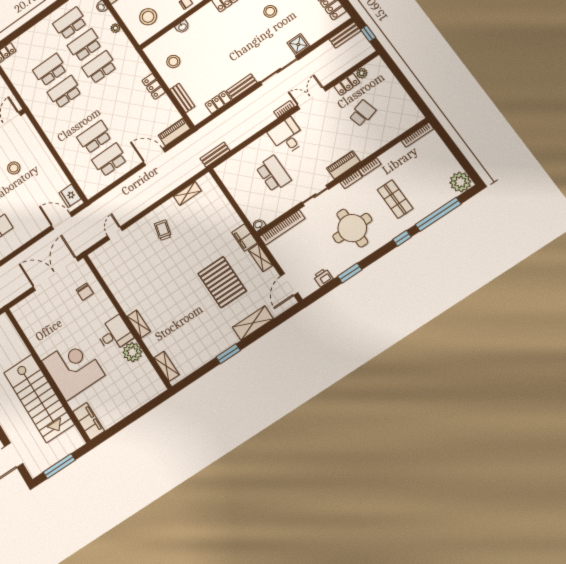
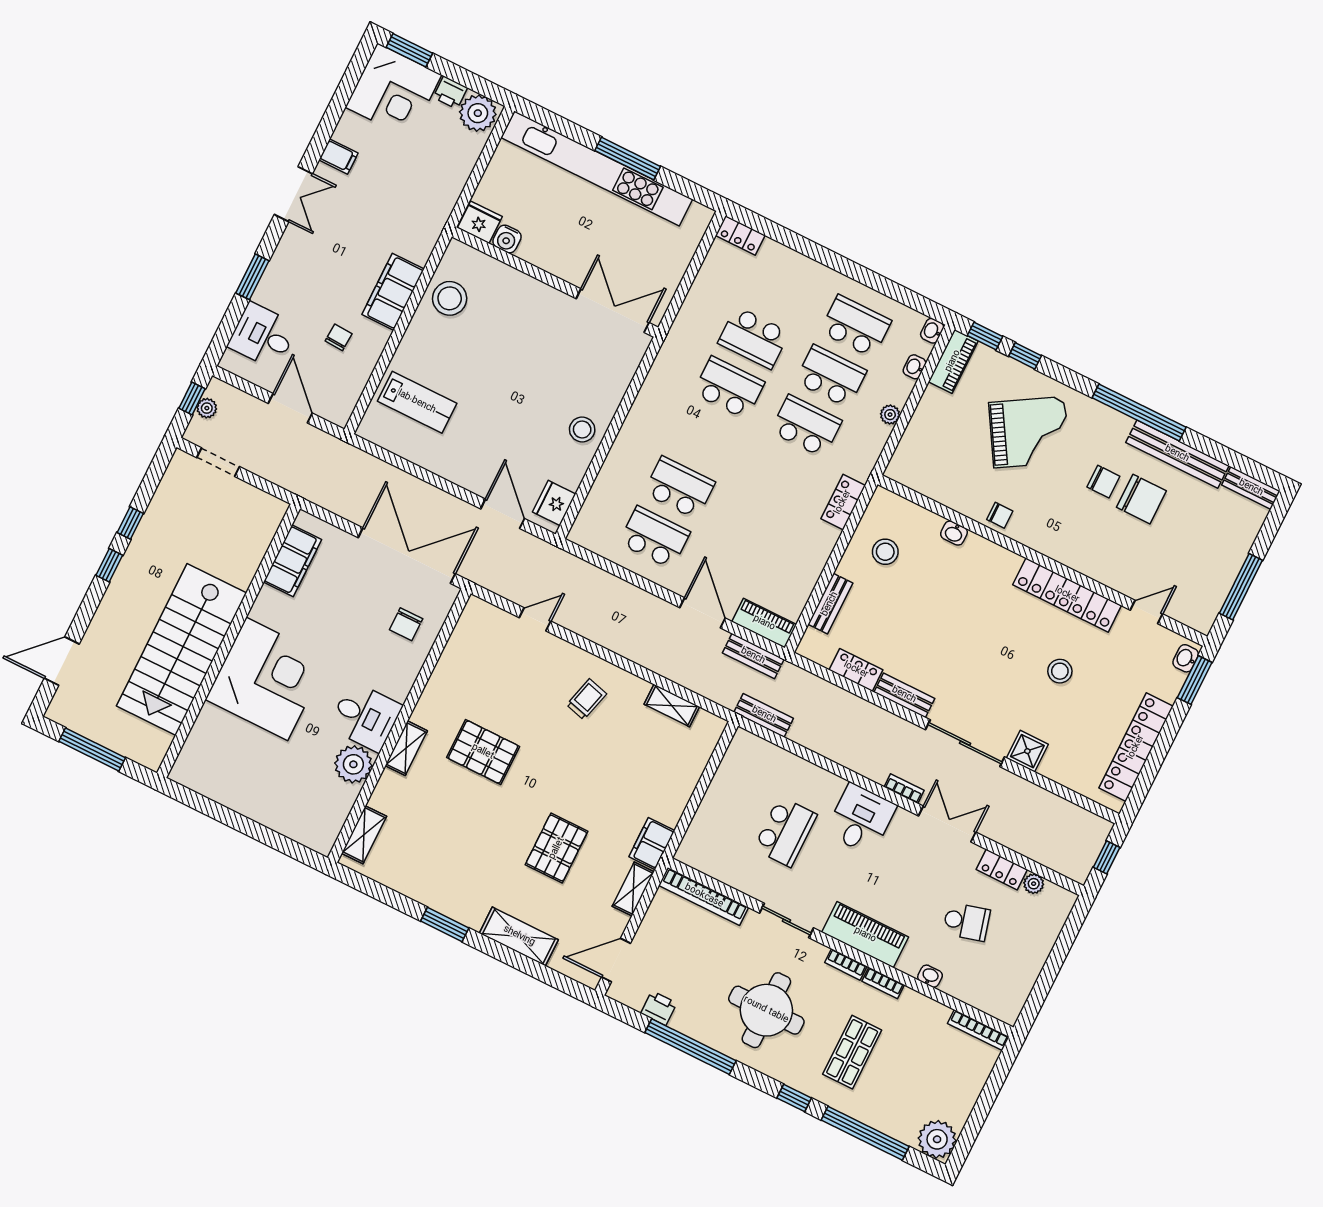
stool: (148, 17) -> (940, 462), removed
bench: (345, 35) -> (753, 656), moved
school desk: (50, 70) -> (754, 338), turned 180
locker: (154, 86) -> (843, 502), moved
piano: (343, 165) -> (865, 935), width x1.37, depth x1.33
stool: (14, 168) -> (582, 430), moved
washbasin: (259, 225) -> (930, 976), moved
window: (350, 273) -> (690, 1047), width x2.11
pallet: (222, 282) -> (557, 848), width x0.73, depth x0.71
pallet: (160, 290) -> (483, 752), added
filing cabinet: (89, 421) -> (292, 561), moved

